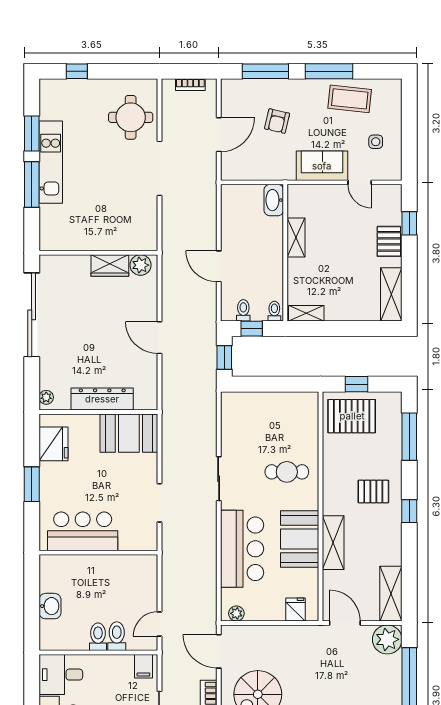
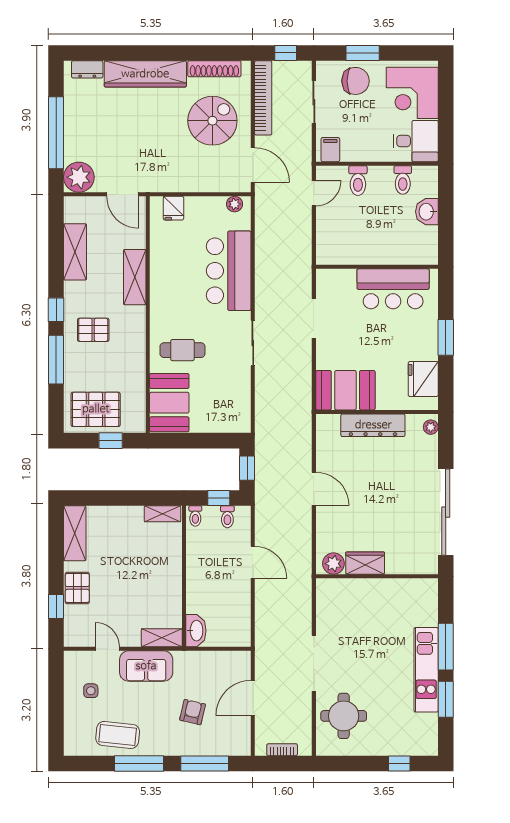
shelving: (296, 237) -> (162, 638), moved, turned 90
pallet: (352, 416) -> (96, 409), moved
window: (409, 437) -> (56, 360), moved
booth: (300, 539) -> (169, 403), moved
shelving: (391, 594) -> (75, 252), moved
toilet: (98, 637) -> (403, 180), moved

